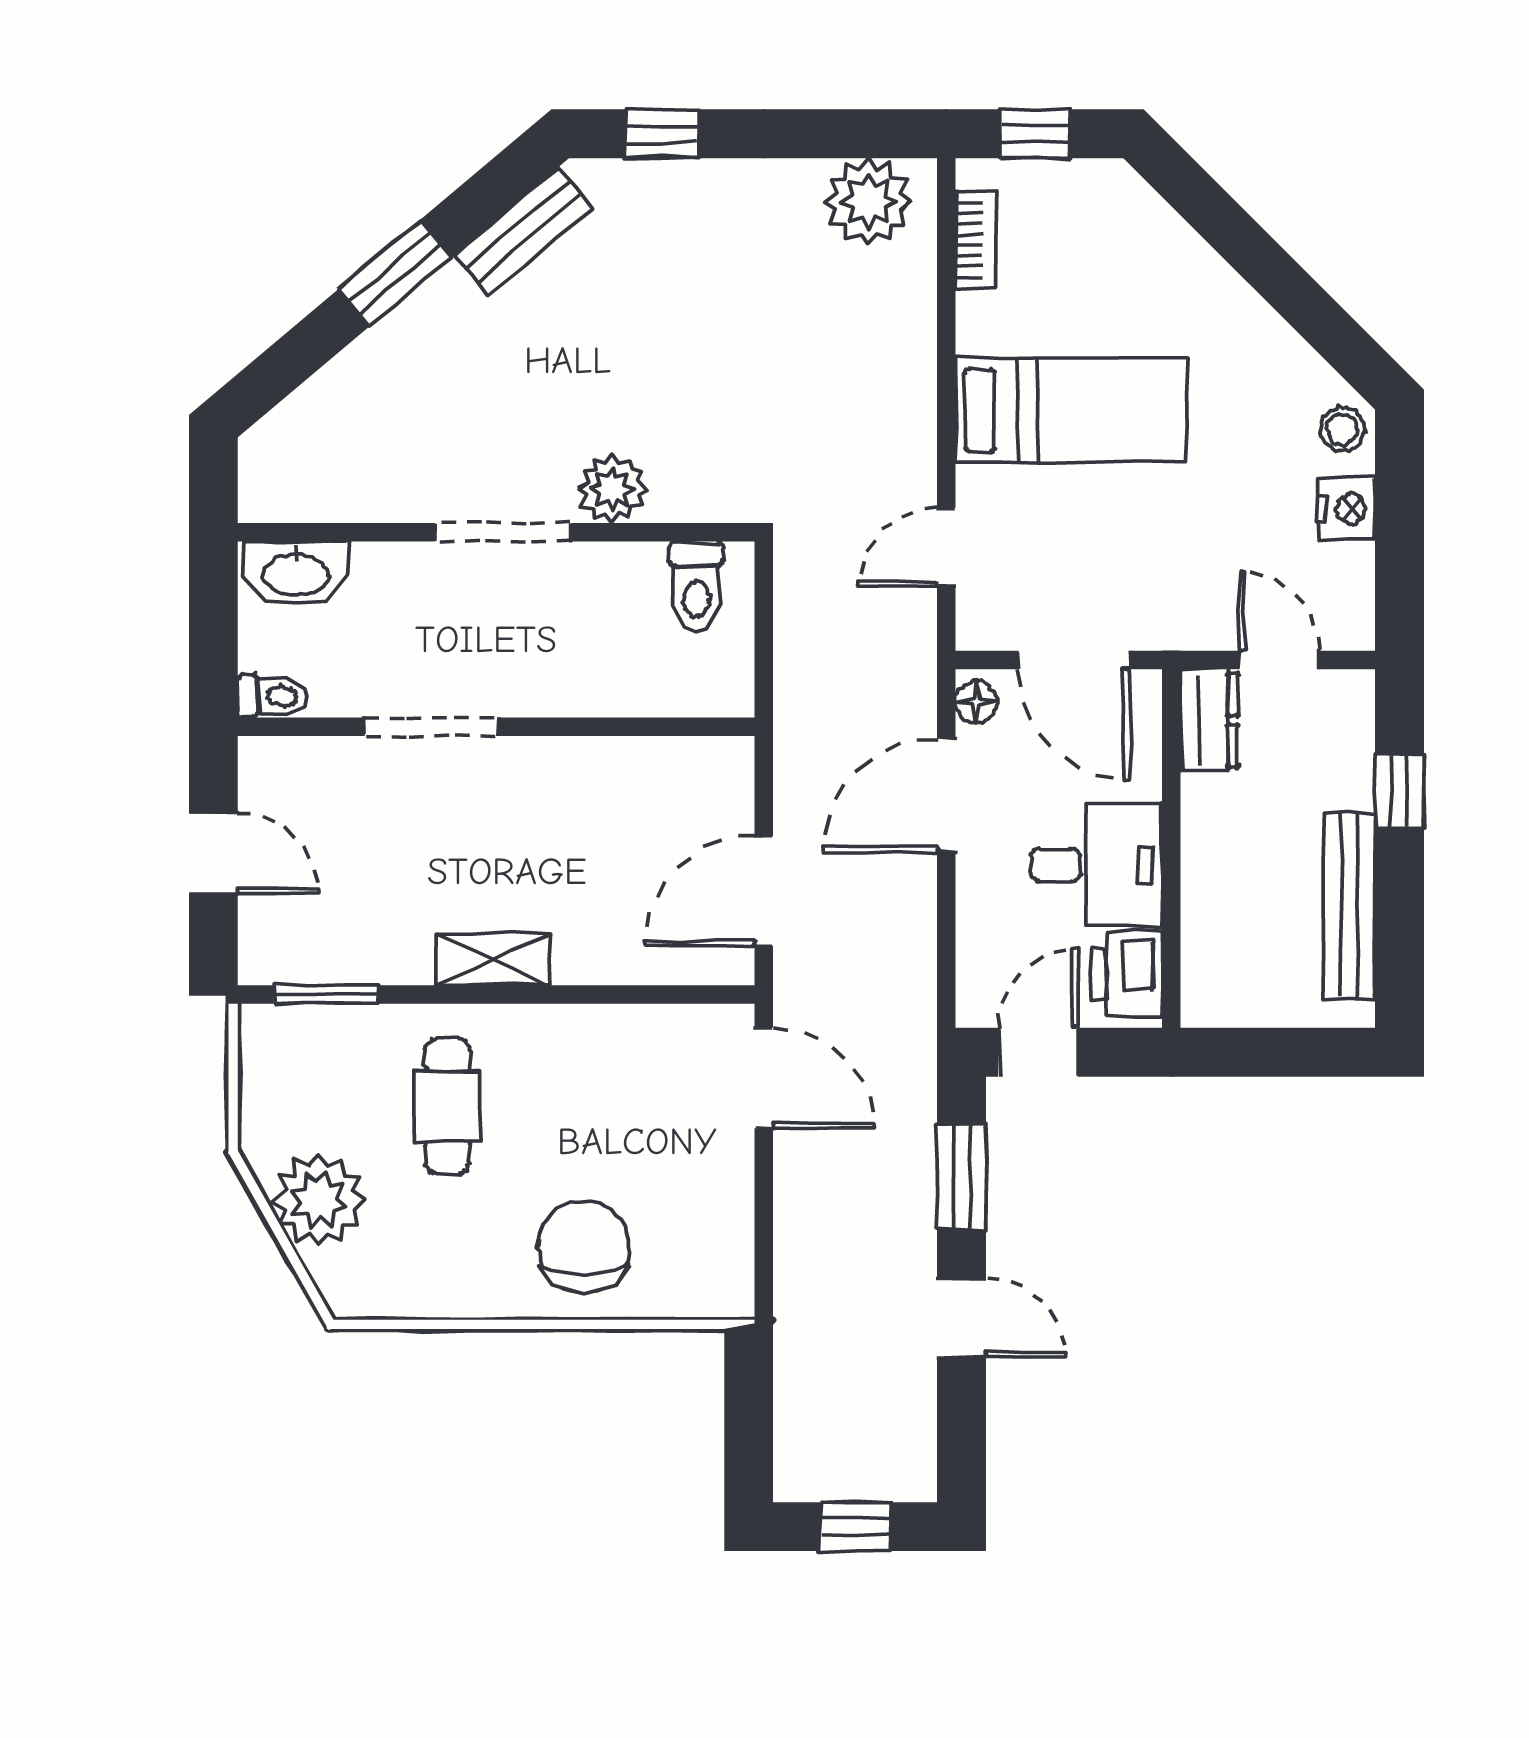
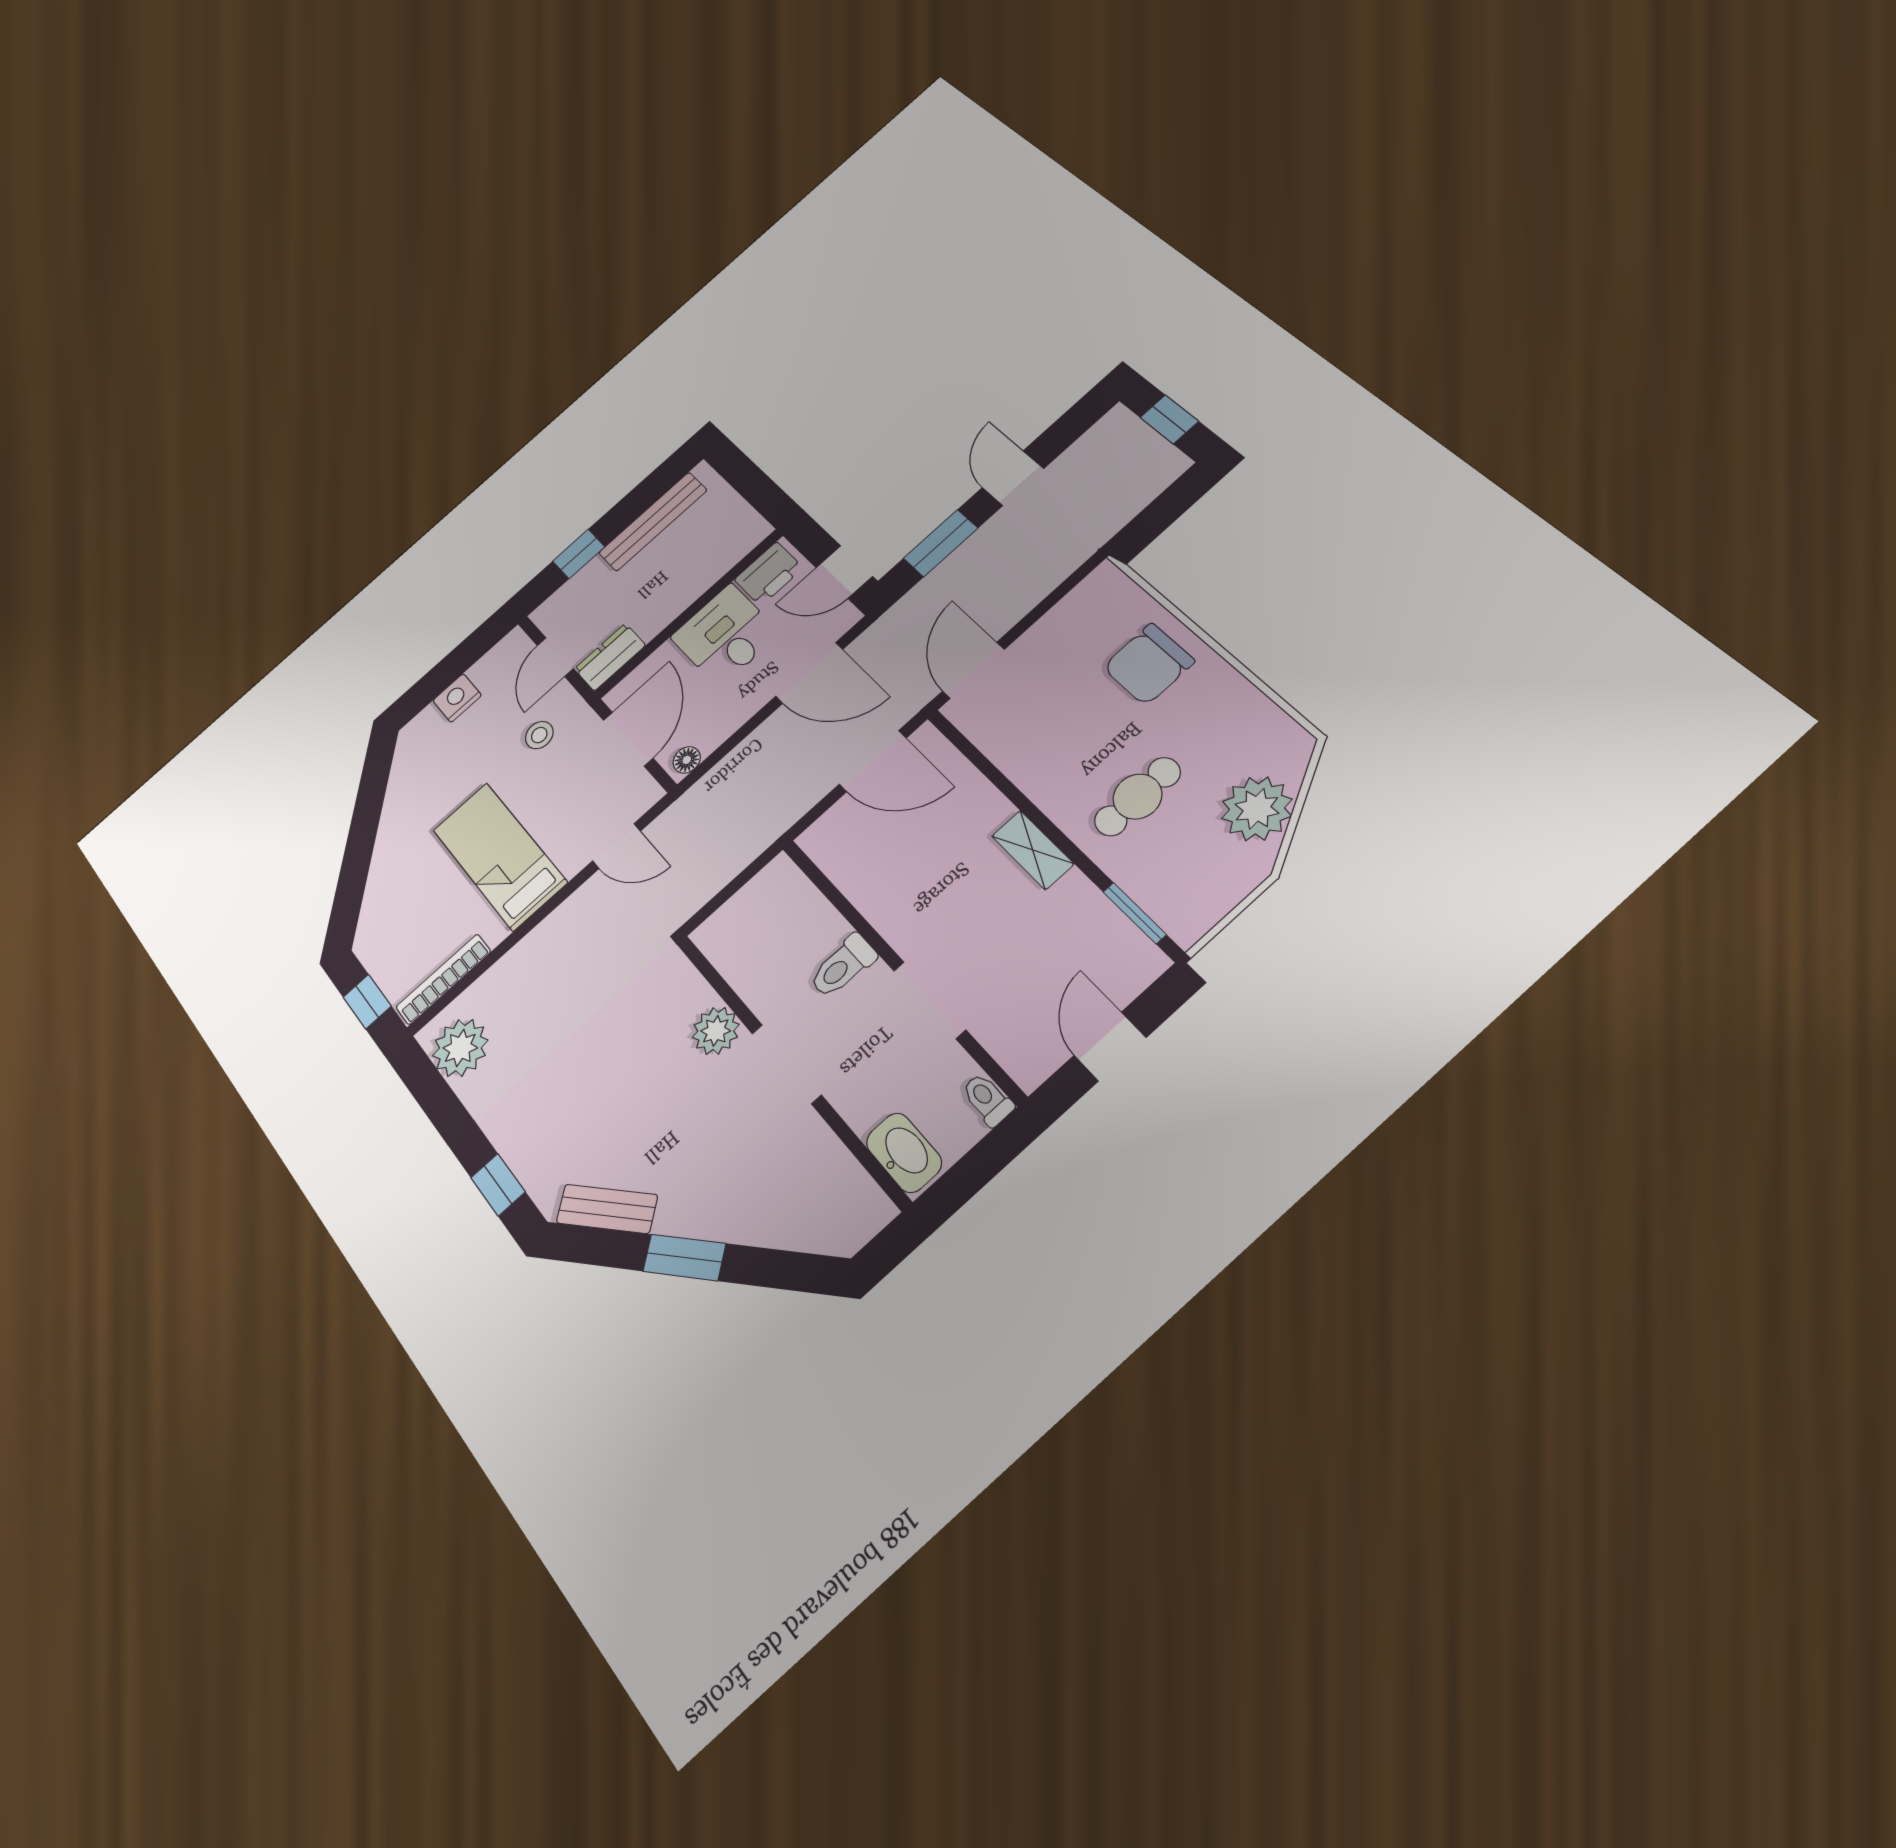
bookcase: (975, 239) -> (443, 979), width x1.56
stool: (1342, 429) -> (539, 735), moved
toilet: (696, 587) -> (843, 966), moved, turned 180
door: (946, 795) -> (809, 673), moved

